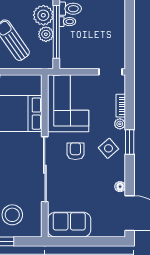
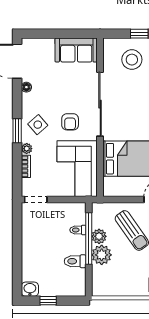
toilet: (67, 22) -> (78, 230), moved

